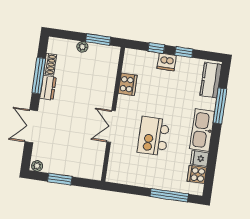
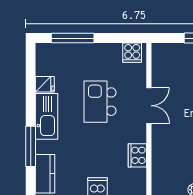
kitchen island: (153, 136) -> (100, 102), turned 180
cooker: (197, 174) -> (132, 53), moved, turned 90

